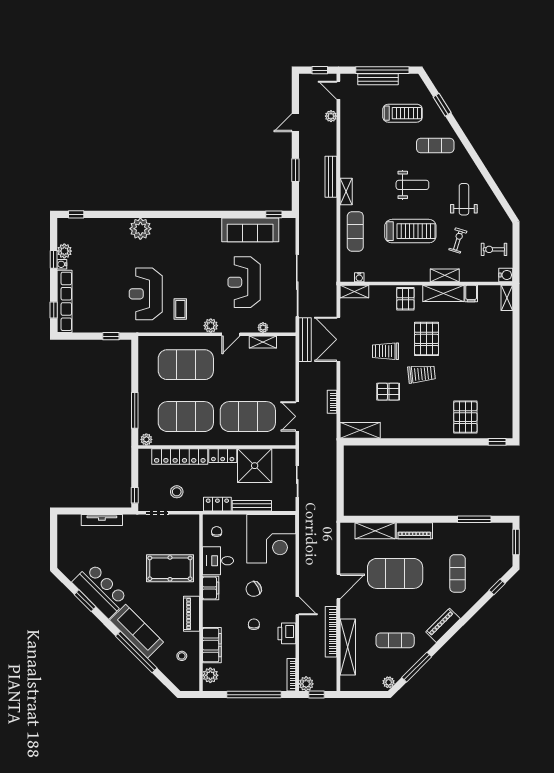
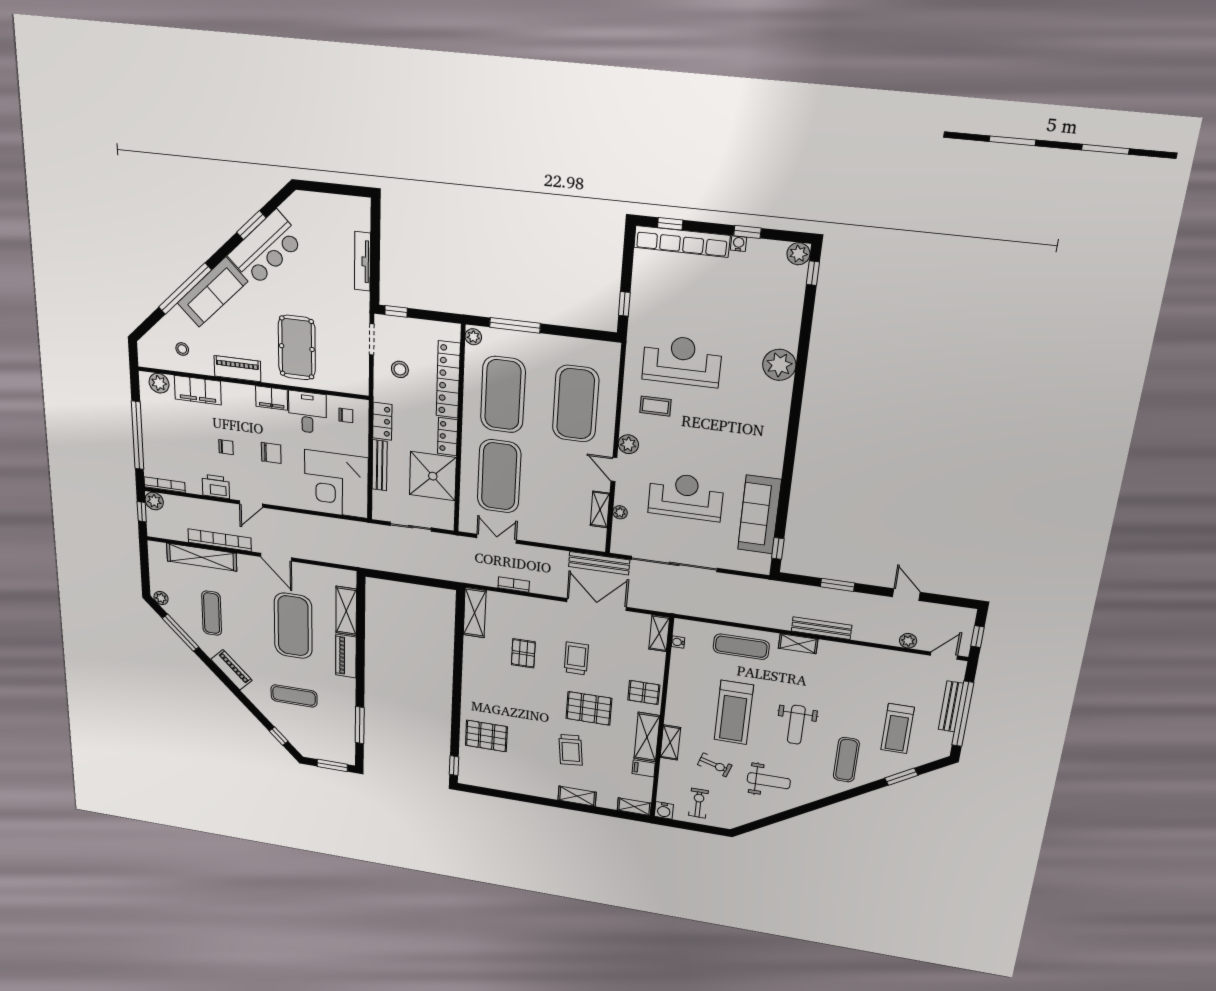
plant: (64, 251) -> (798, 254), moved
shelving: (506, 343) -> (577, 796), added
trolley: (421, 374) -> (571, 750), moved
chair: (254, 589) -> (271, 453), turned 117

